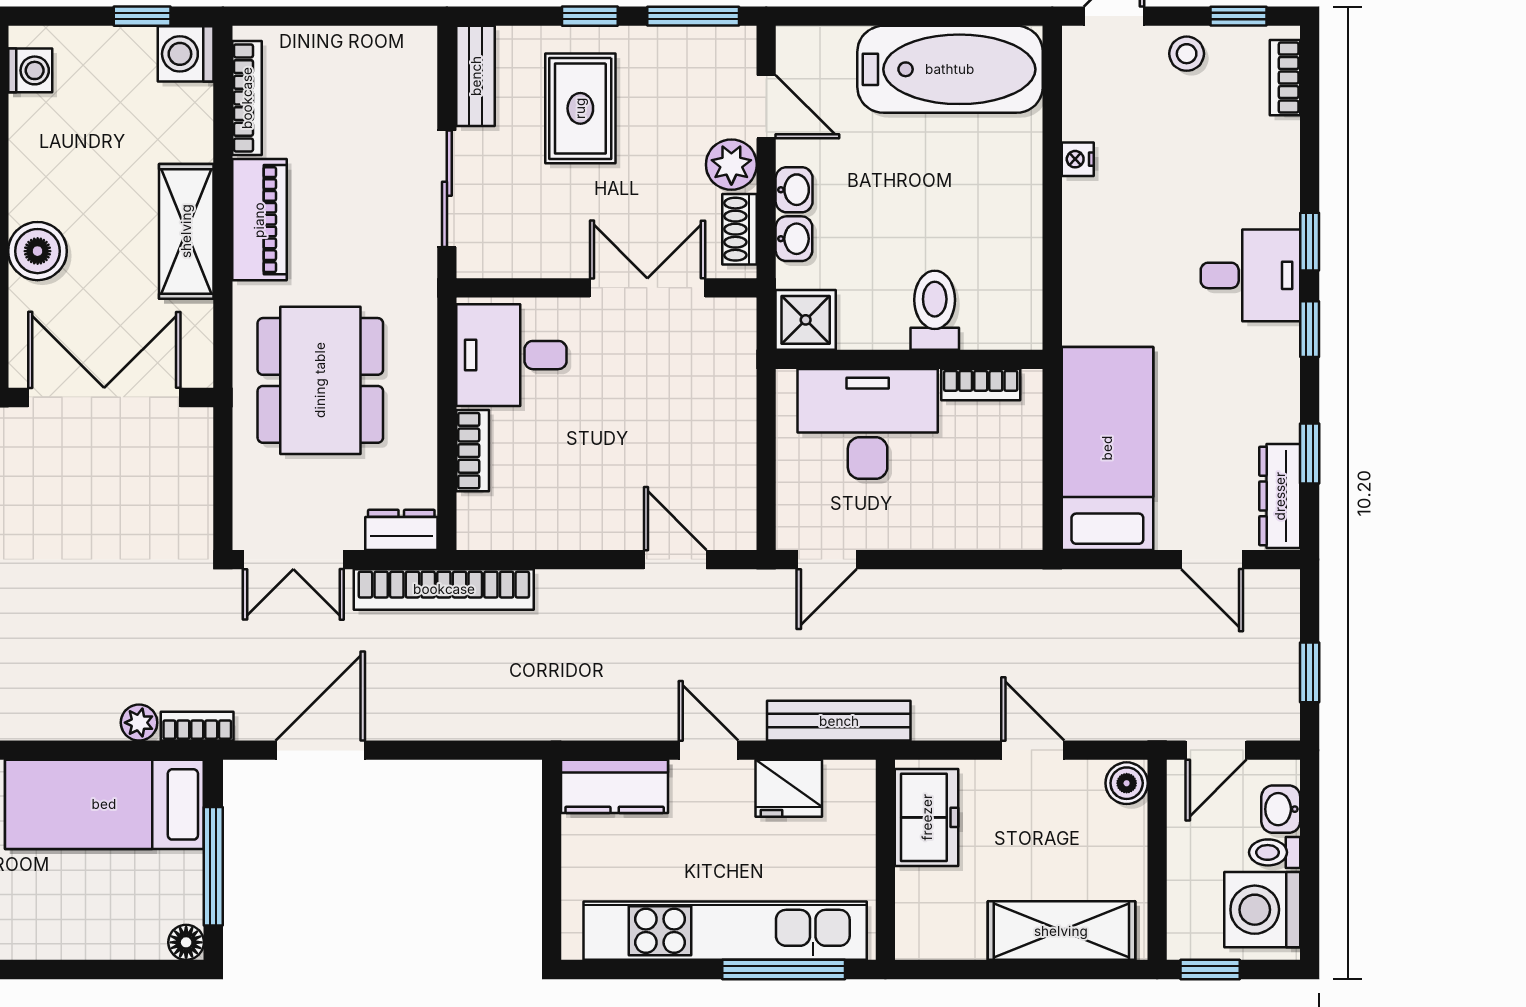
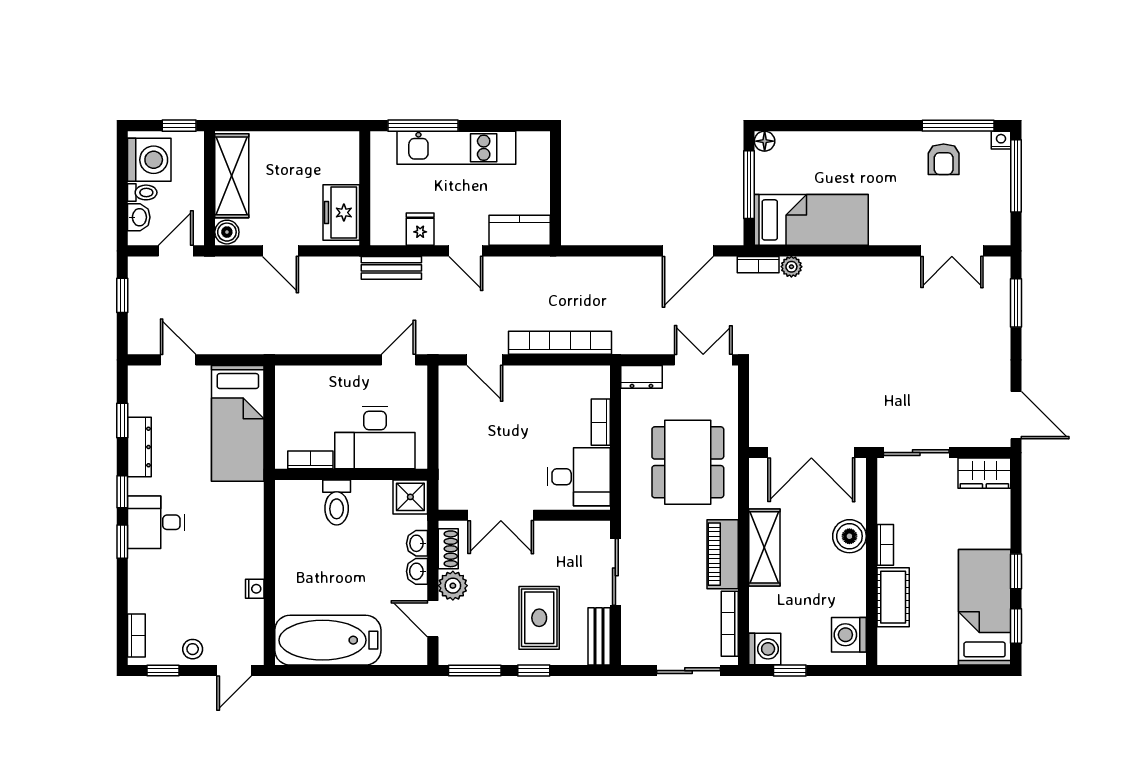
sliding door: (319, 16) -> (688, 671), added
washing machine: (30, 70) -> (849, 635), width x1.38, depth x1.38
dresser: (1280, 496) -> (139, 447), moved
bookcase: (444, 589) -> (560, 343), moved
bench: (839, 721) -> (391, 268), width x0.73
fridge: (789, 788) -> (420, 229), width x0.72
kitchen unit: (725, 931) -> (456, 148), width x0.73
shelving: (1061, 931) -> (232, 176), moved, turned 90

